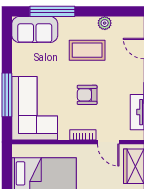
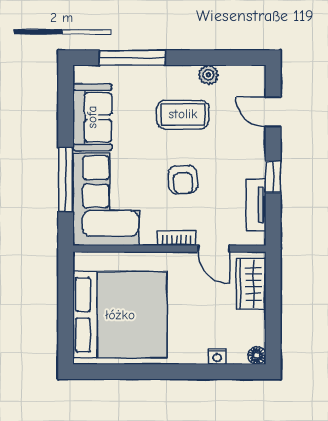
sofa: (35, 30) -> (92, 117), moved, turned -90
armchair: (87, 95) -> (183, 180), turned -93

